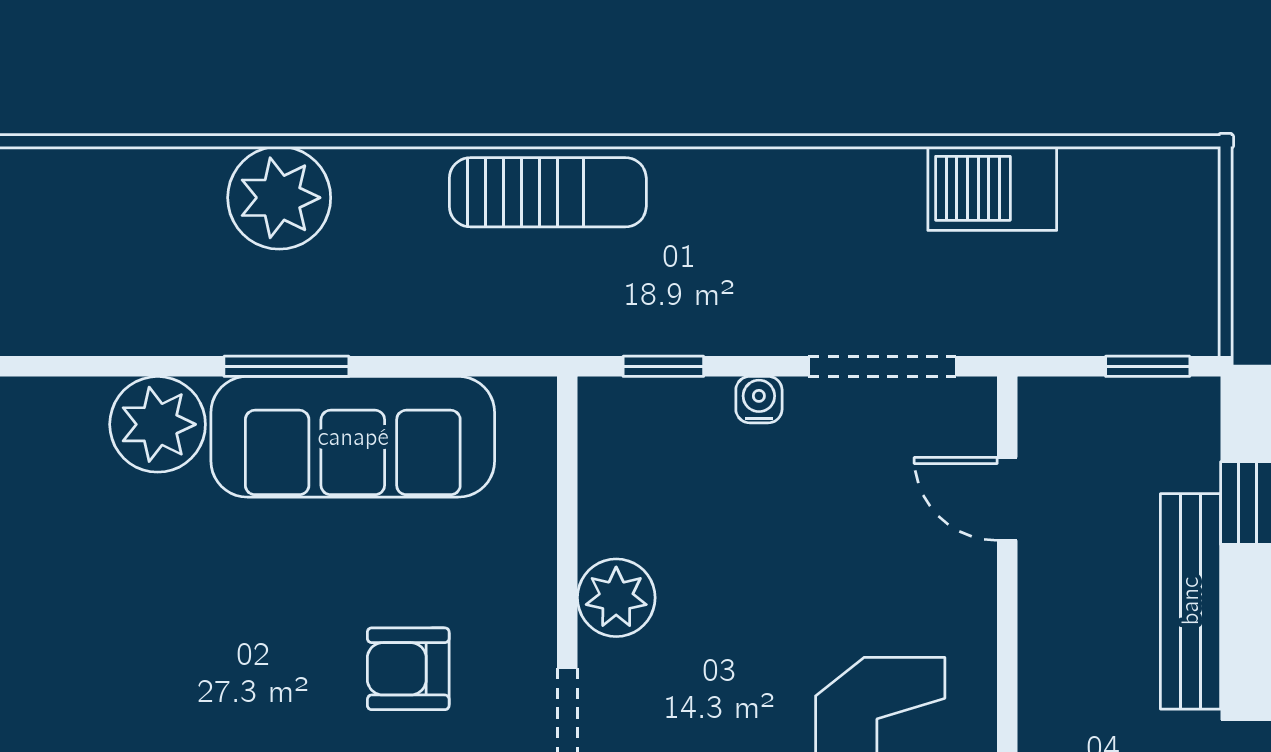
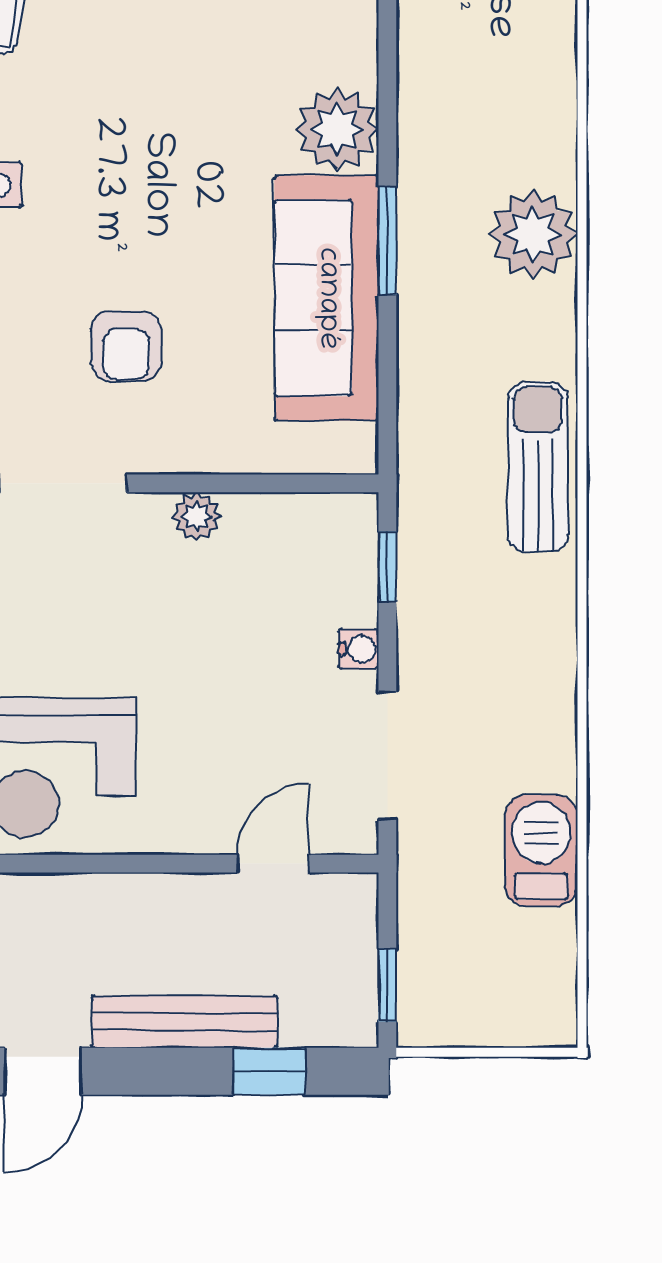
sun lounger: (548, 192) -> (538, 467), turned 180
plant: (616, 598) -> (197, 517), width x0.73, depth x0.73
armchair: (408, 669) -> (126, 346), turned 180

